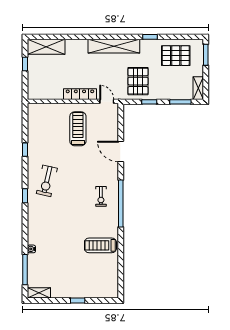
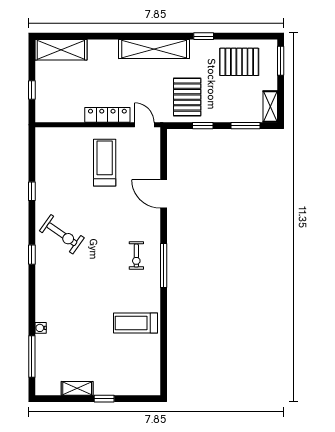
window: (25, 64) -> (32, 90), moved
exercise bike: (47, 181) -> (62, 234), turned -68
window: (121, 204) -> (164, 266), width x0.68
shelving: (39, 293) -> (77, 388), moved

